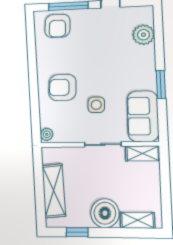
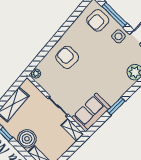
side table: (96, 105) -> (119, 36), moved

